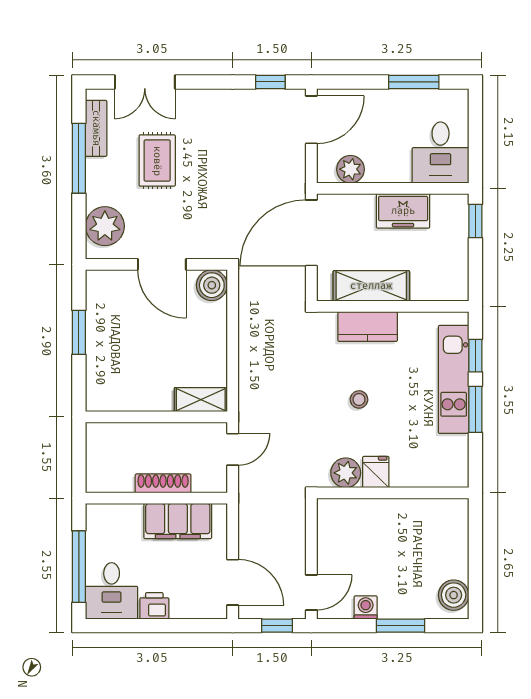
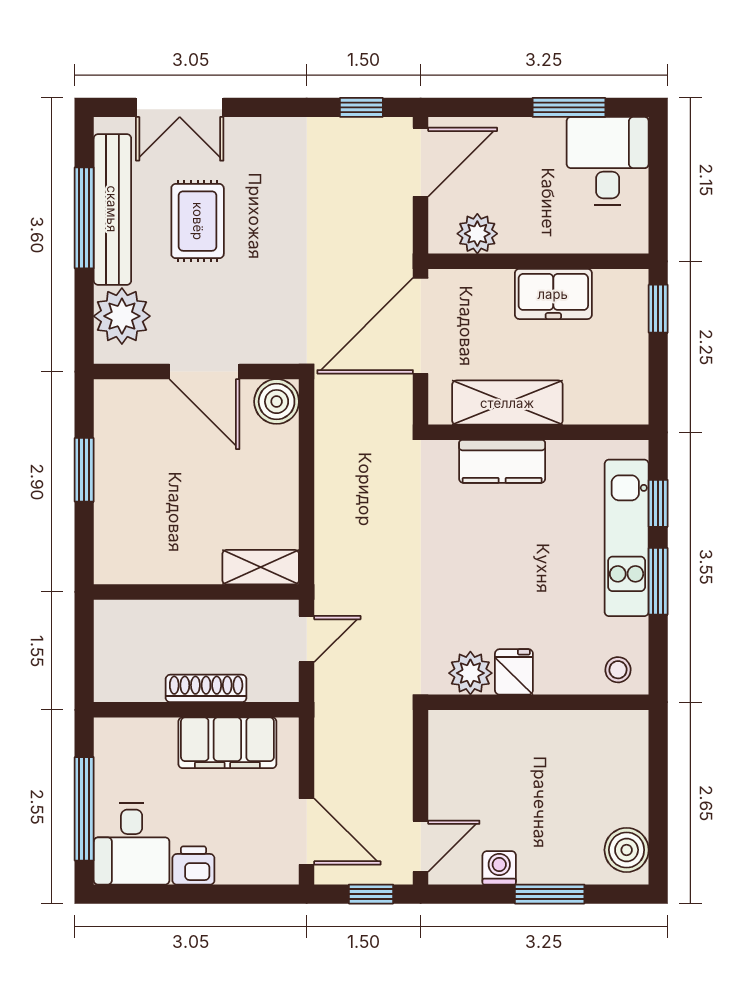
bench: (96, 128) -> (112, 209), width x1.86, depth x1.21
desk: (441, 152) -> (608, 161), moved, turned 180
stool: (359, 399) -> (618, 670), moved

